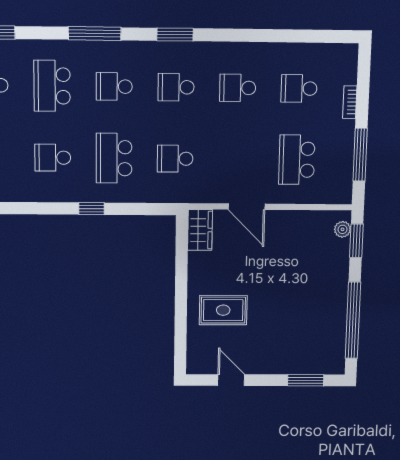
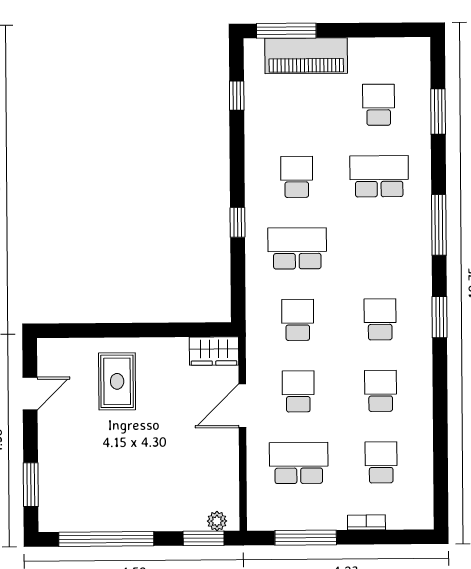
school desk: (114, 87) -> (298, 391), moved

